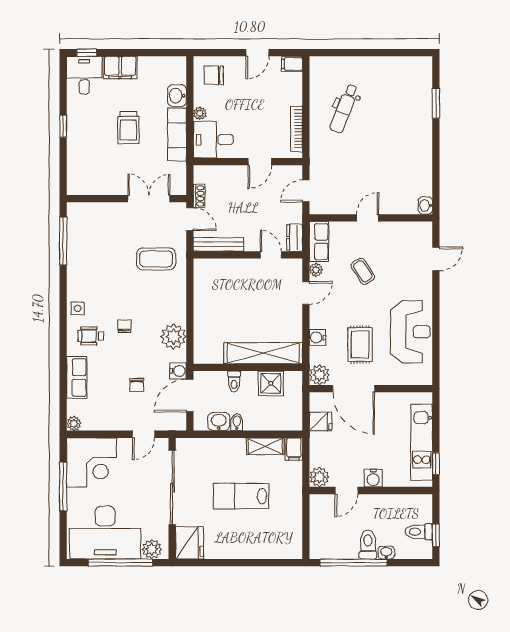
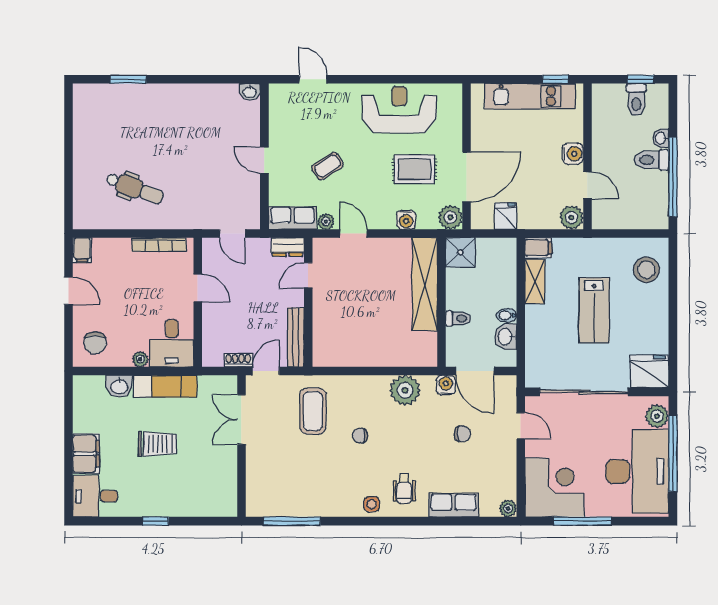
window: (87, 53) -> (69, 493), removed
chair: (124, 326) -> (360, 436), moved
shower: (271, 383) -> (460, 252), moved
stool: (275, 540) -> (646, 270), added

